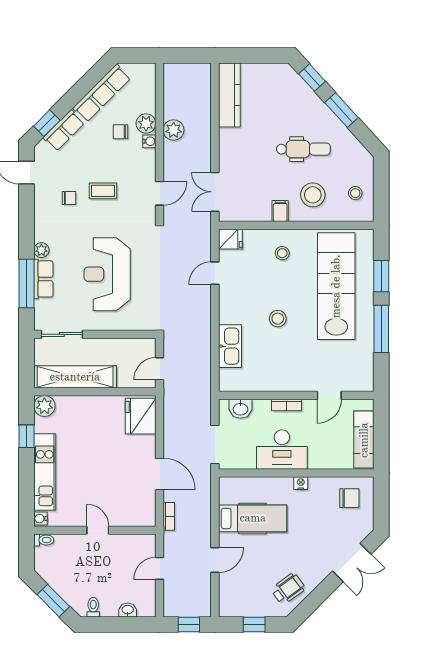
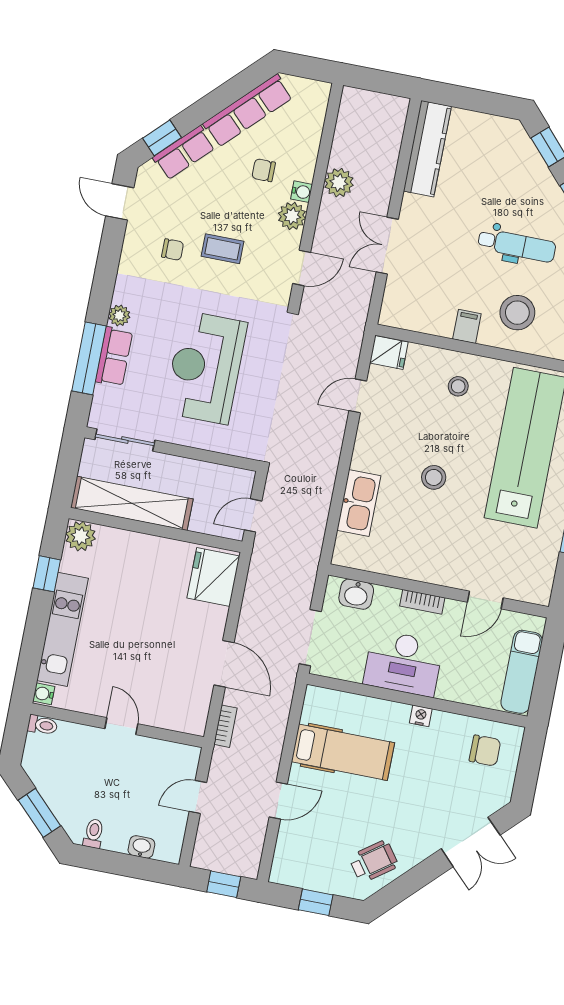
plant: (146, 123) -> (292, 216), moved
double door: (215, 192) -> (387, 246), moved

